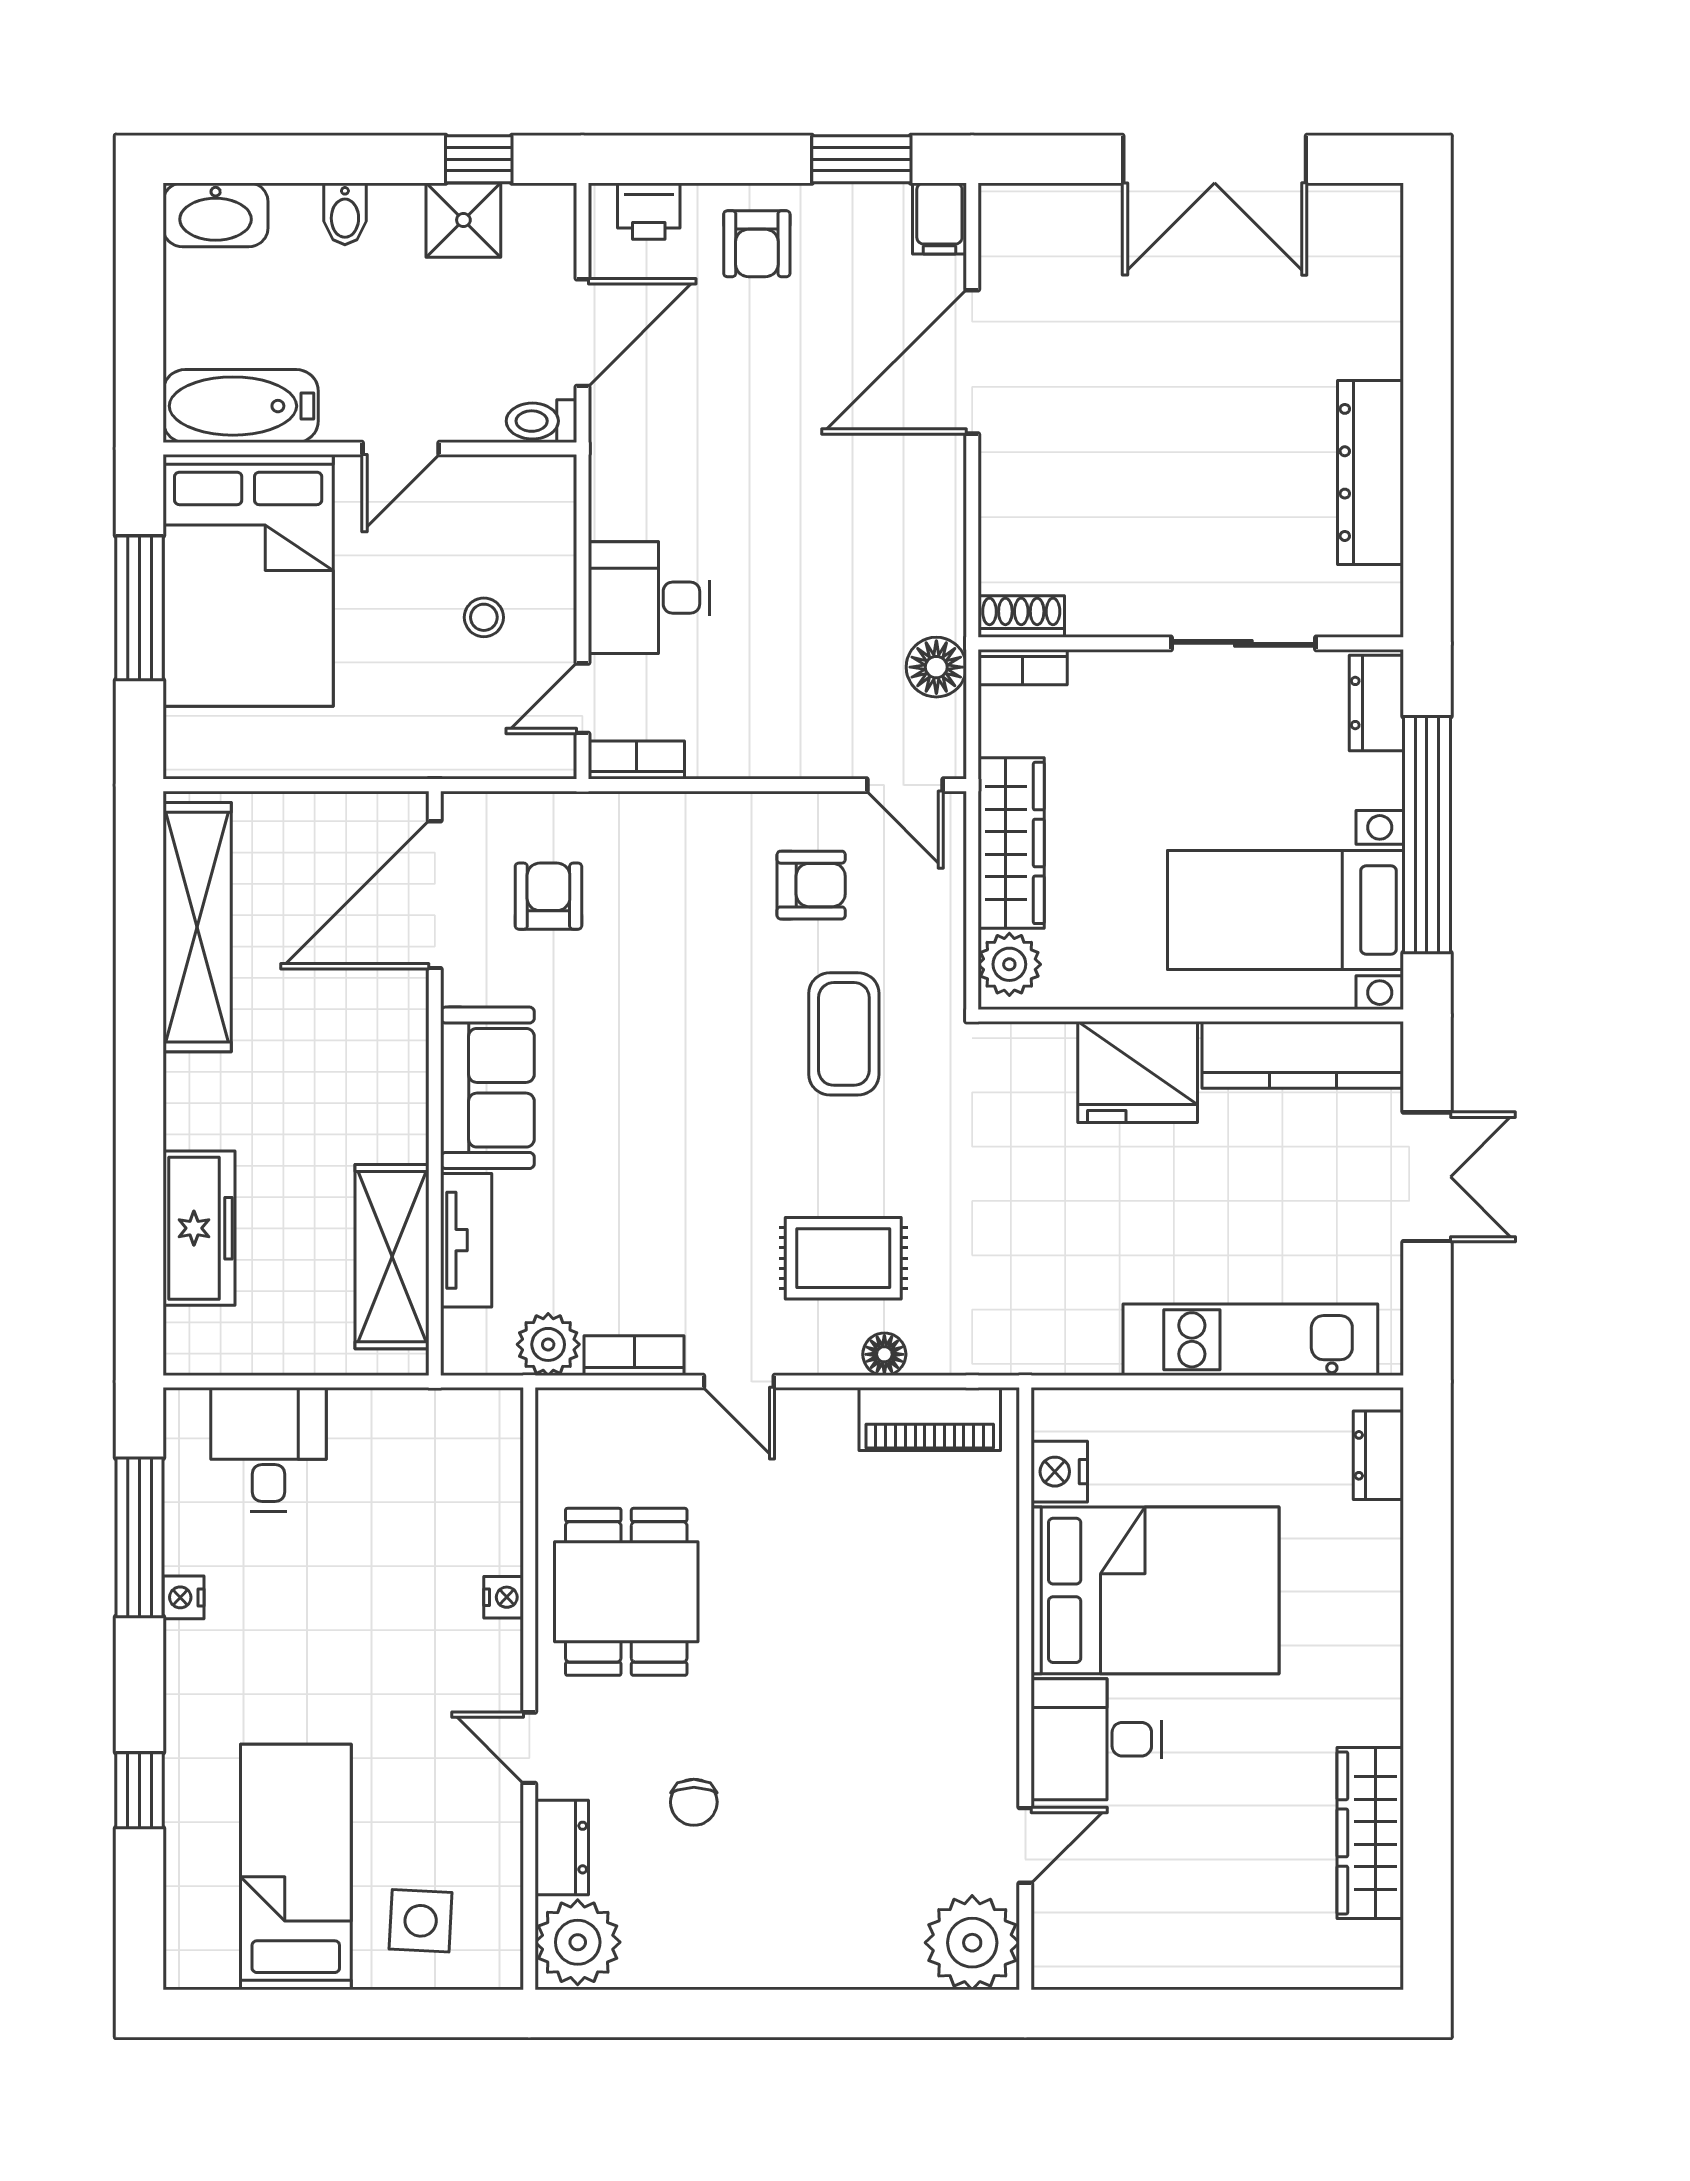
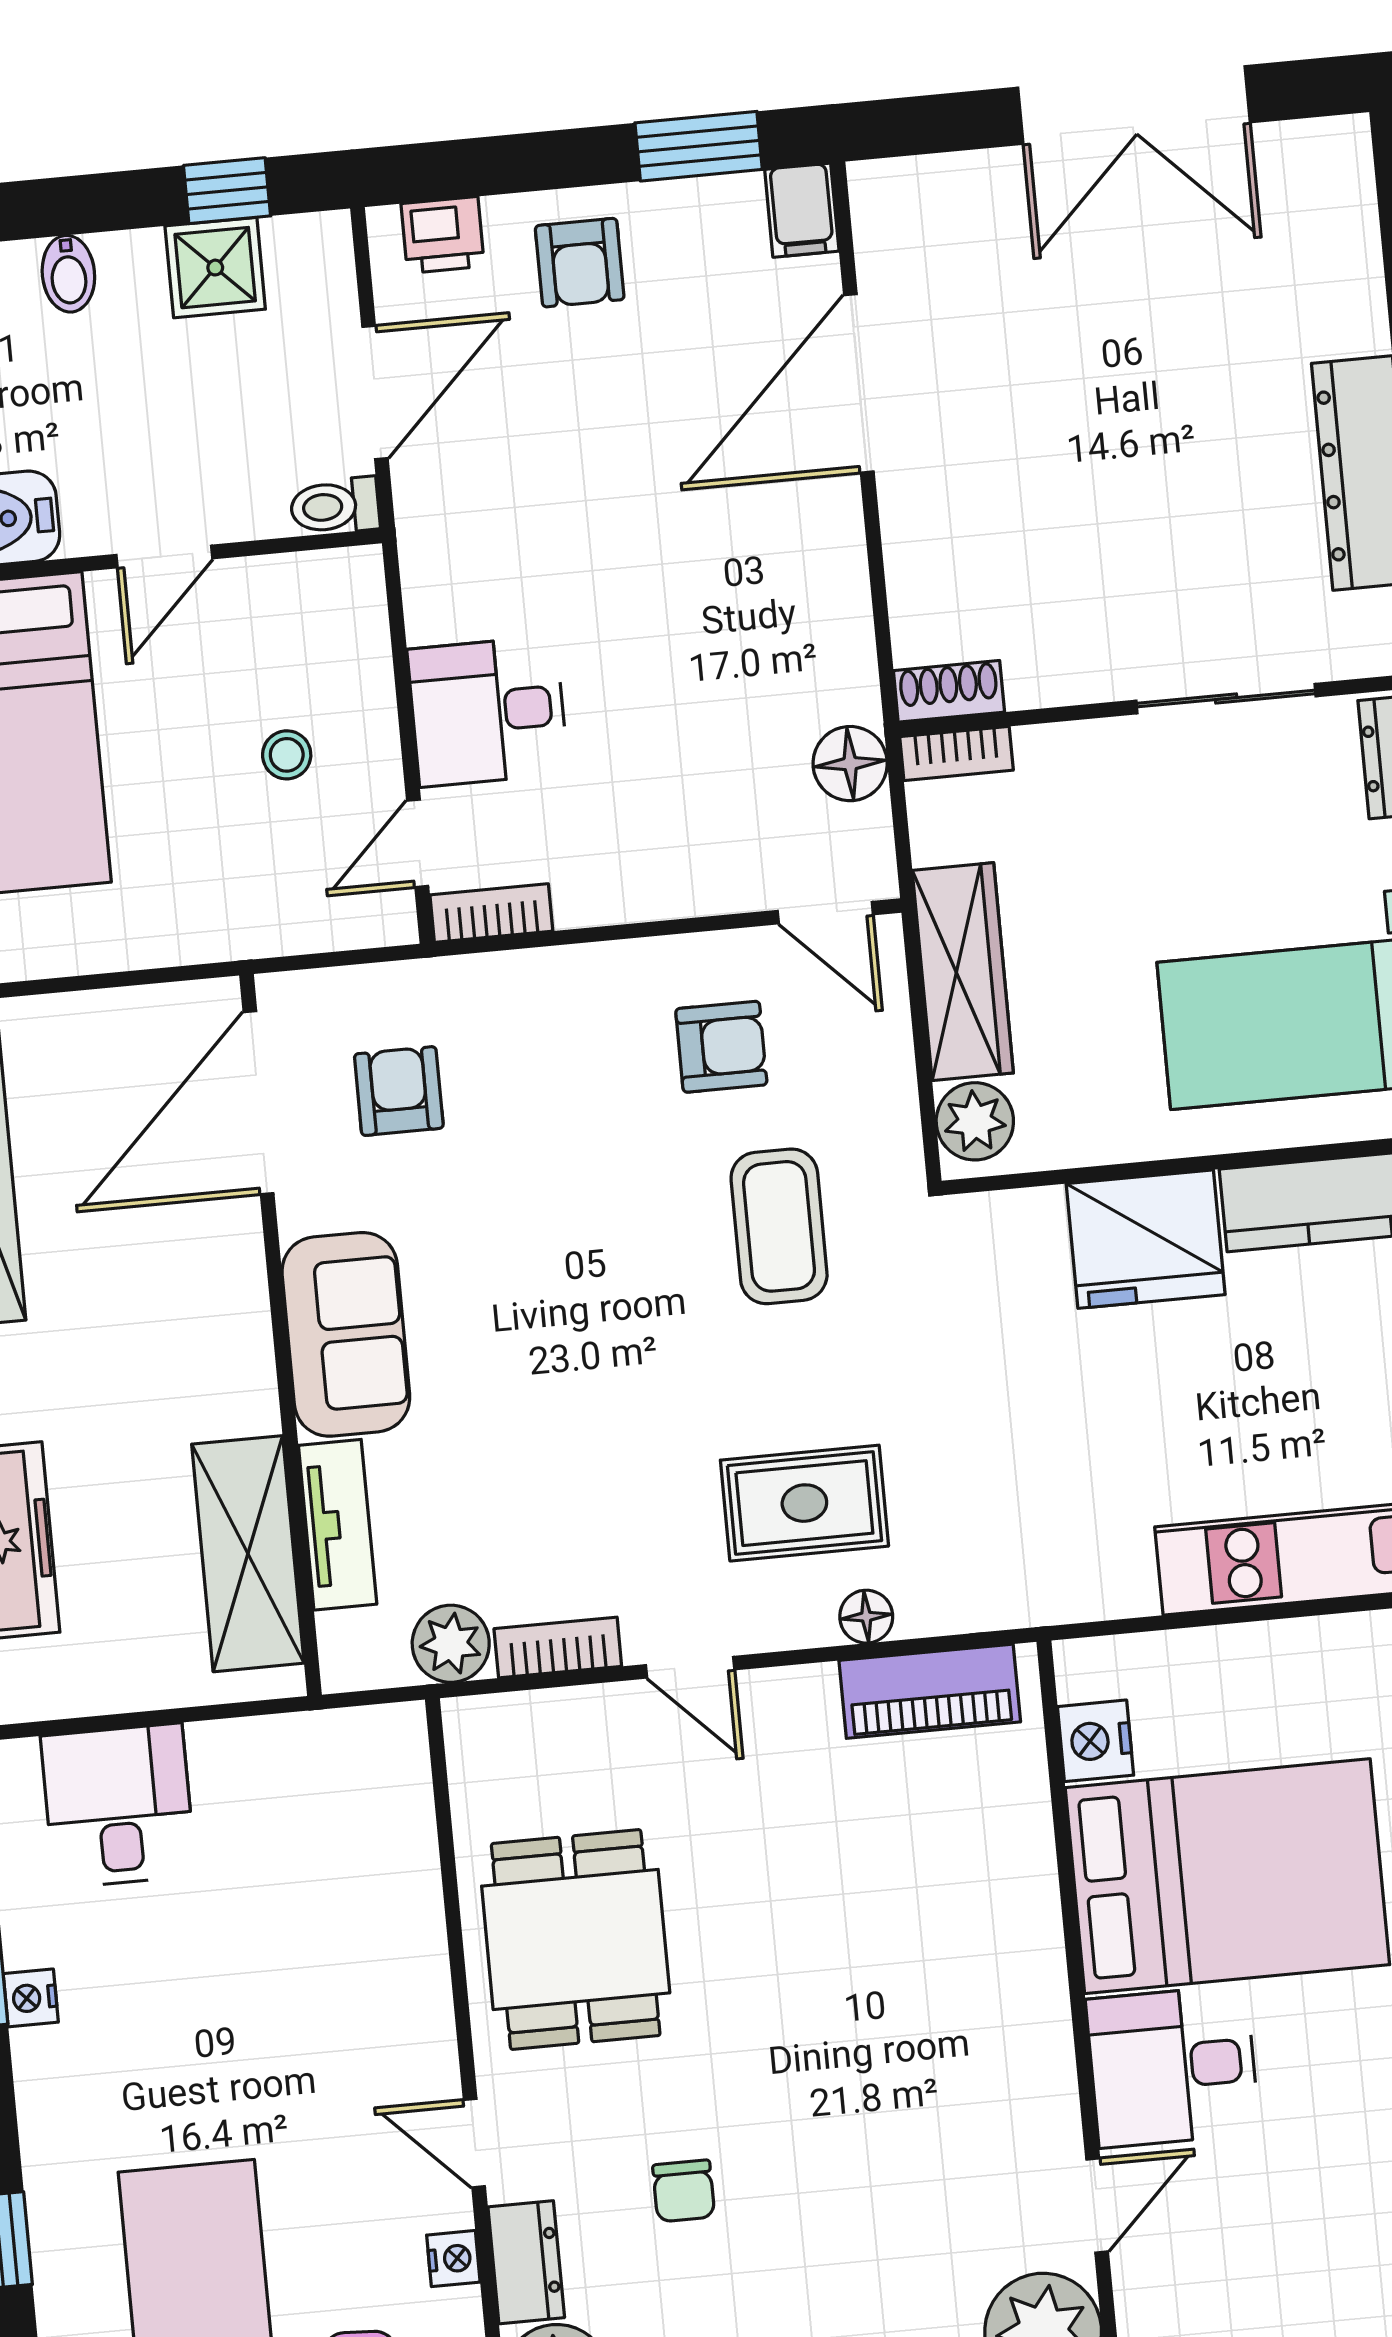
nightstand: (504, 1597) -> (453, 2259), moved

